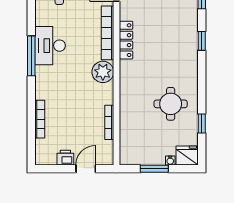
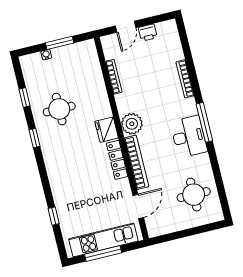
window: (202, 41) -> (34, 138), moved
bookcase: (40, 119) -> (185, 79), moved
fridge: (187, 156) -> (107, 130), moved, turned 90

